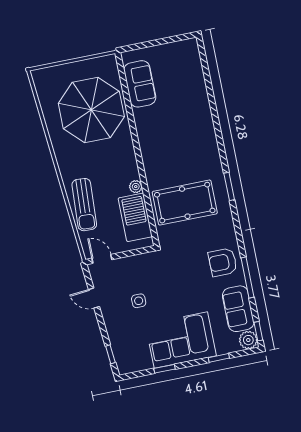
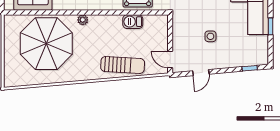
plant: (136, 187) -> (83, 20), moved
barbecue: (135, 217) -> (133, 22), width x0.53, depth x0.65
door: (102, 259) -> (170, 60), hinge flipped

